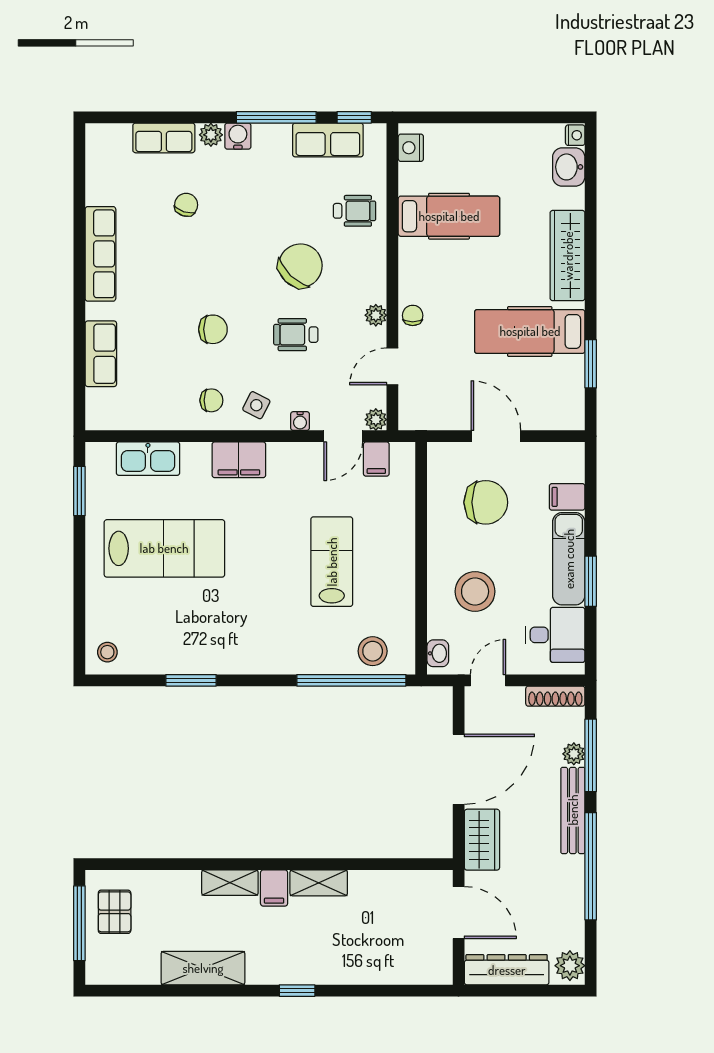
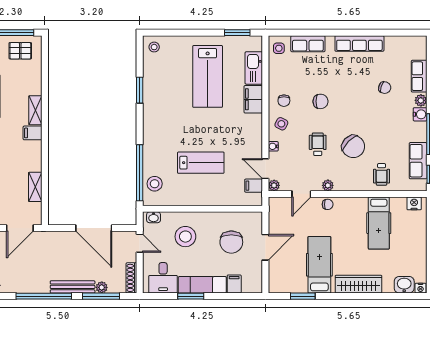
chair: (213, 329) -> (320, 101), turned -90
door: (392, 366) -> (301, 194), swing flipped
side table: (110, 410) -> (279, 48), added
filing cabinet: (239, 460) -> (253, 99), moved
wardrobe: (482, 840) -> (57, 240), removed
shelving: (319, 883) -> (35, 187), moved

